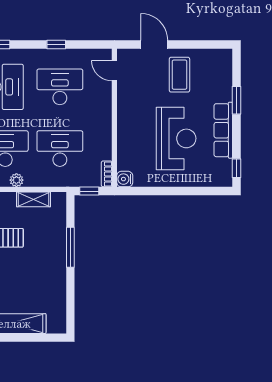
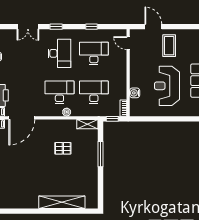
reception desk: (176, 138) -> (167, 86), turned 180
water cooler: (125, 179) -> (135, 93), moved
shelving: (33, 199) -> (87, 124), moved

